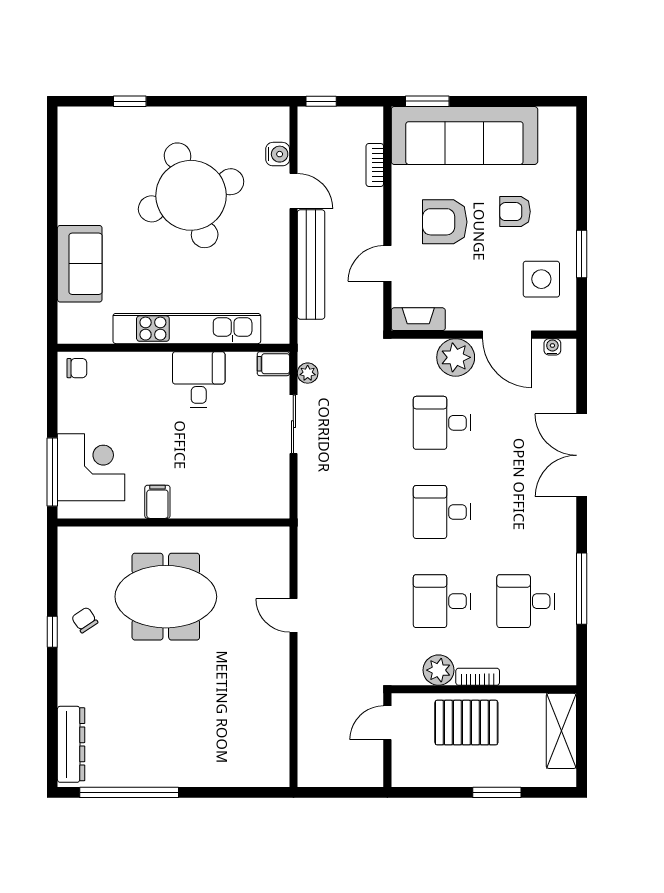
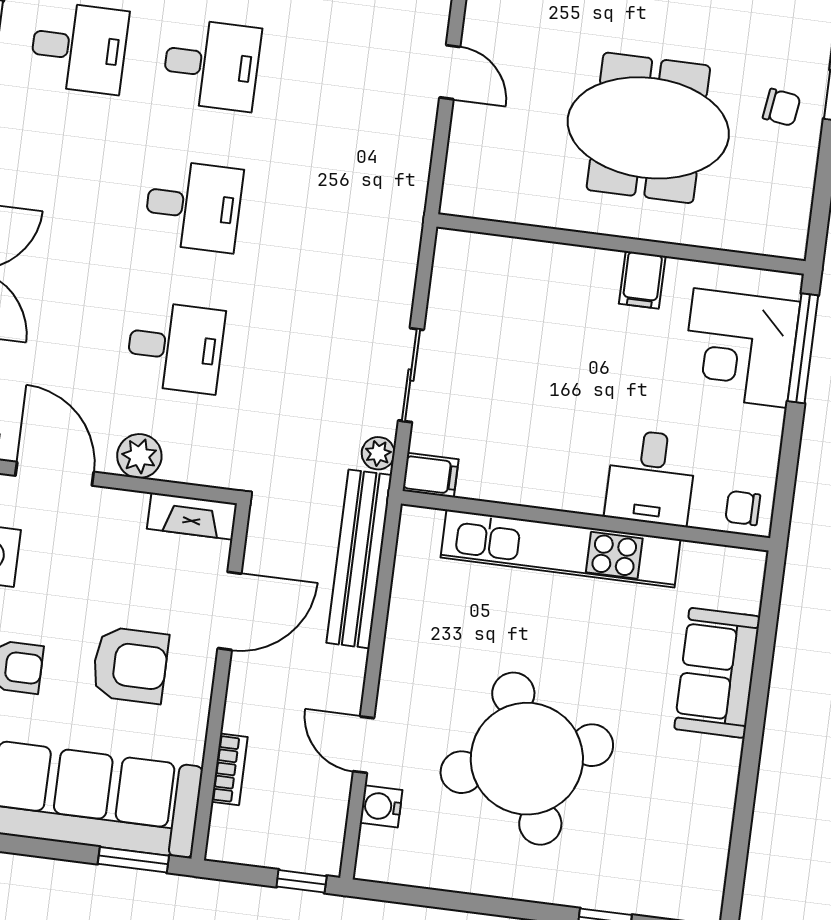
door: (387, 263) -> (230, 611), width x1.38
bench: (311, 264) -> (359, 559), moved
plant: (456, 357) -> (139, 456), width x0.73, depth x0.73
desk: (199, 380) -> (651, 477), moved
chair: (85, 620) -> (782, 107), turned -48

